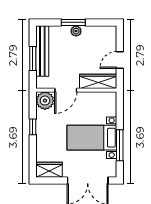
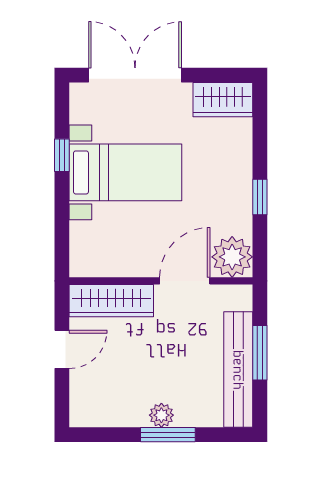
window: (120, 145) -> (62, 155), width x0.46

